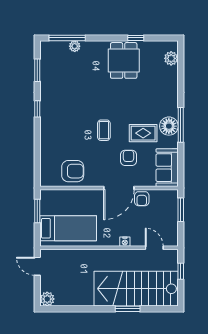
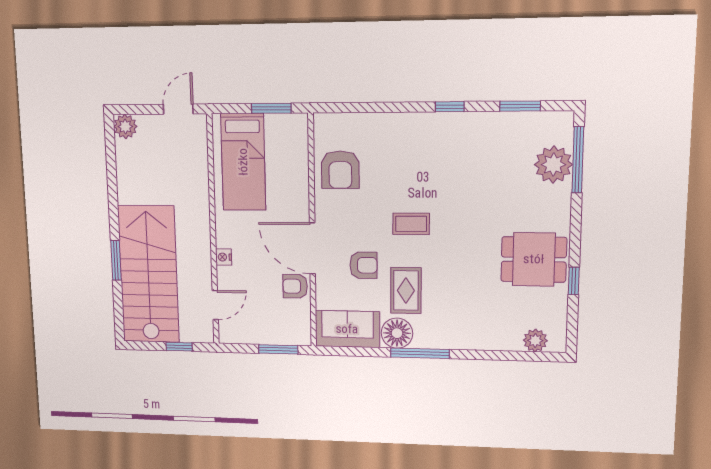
plant: (75, 46) -> (553, 165), width x1.88, depth x1.88
floor lamp: (169, 126) -> (397, 333), moved

